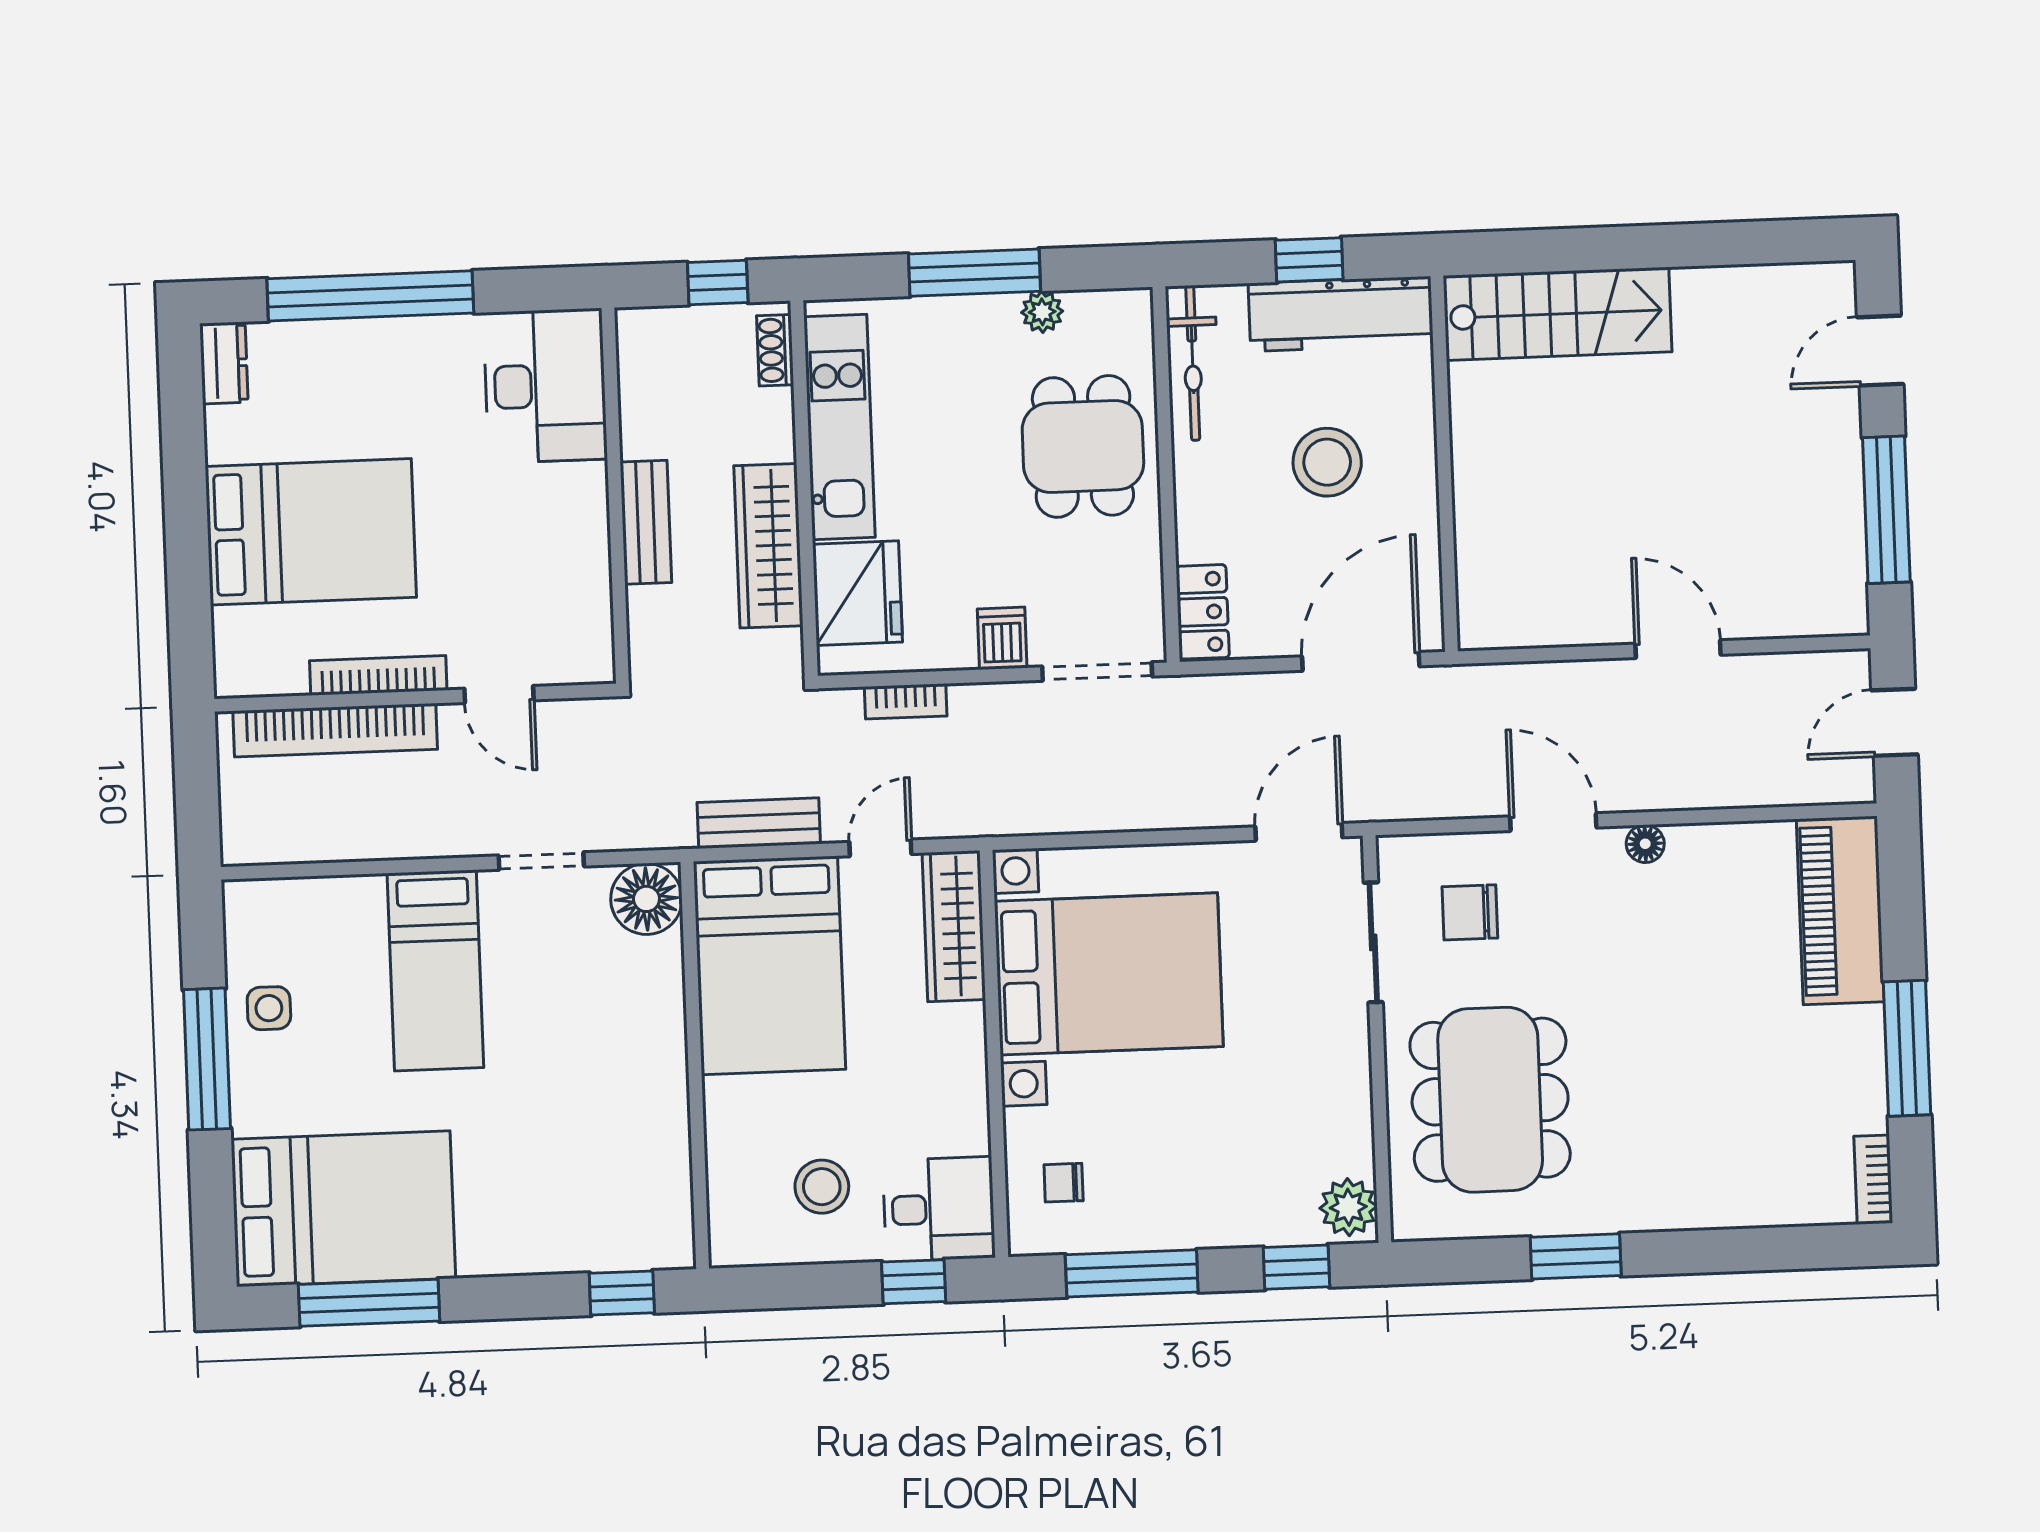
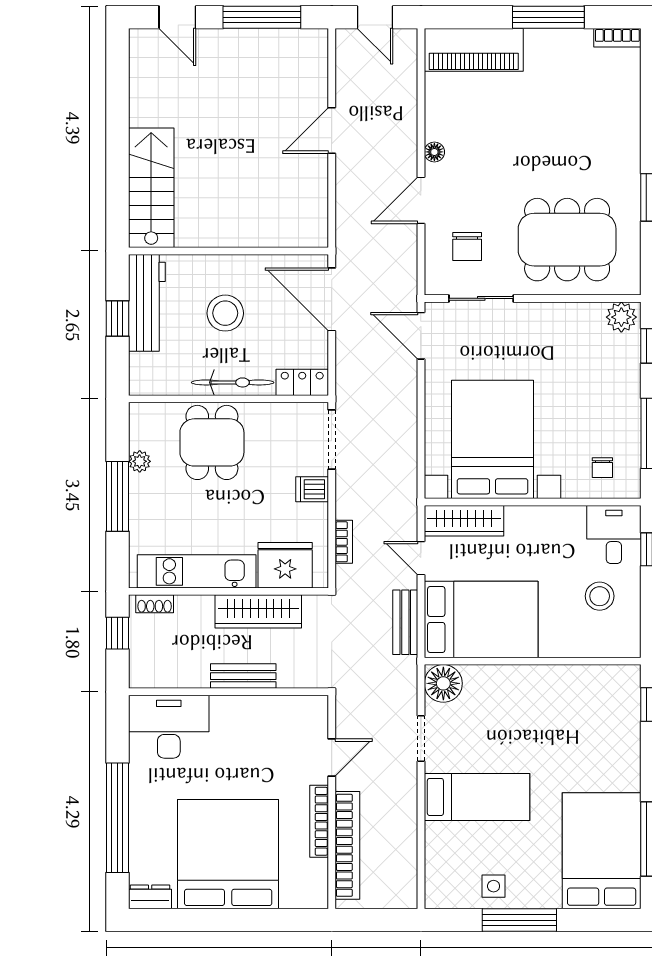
bicycle: (1193, 363) -> (233, 382), moved
dining table: (1083, 446) -> (212, 442), turned 90
bed: (311, 532) -> (228, 854), width x1.36

